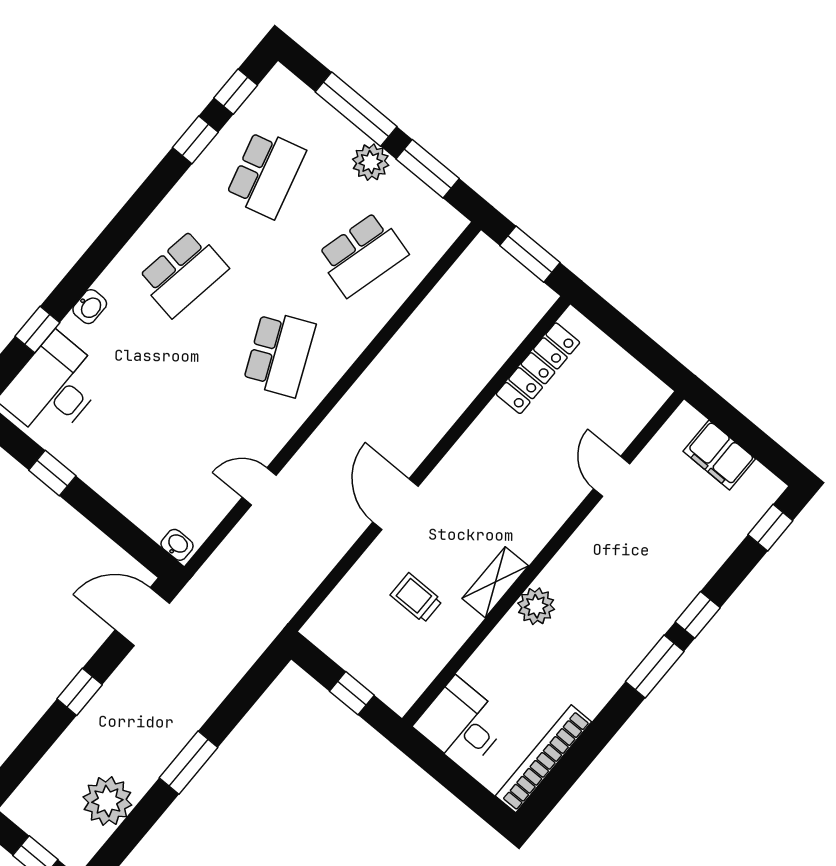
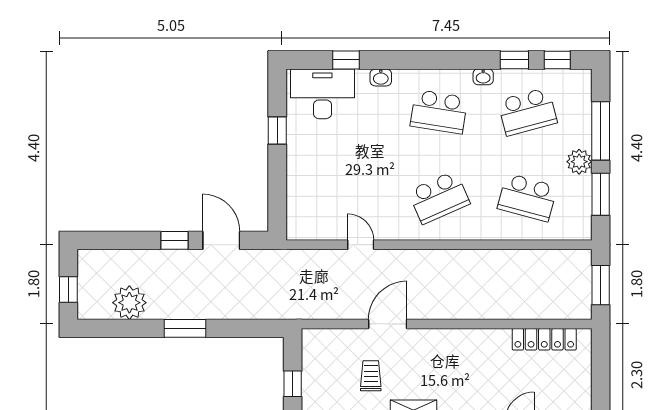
door: (395, 504) -> (388, 324), moved
washbasin: (177, 545) -> (483, 77), moved, turned 90
door: (142, 617) -> (221, 240), moved

